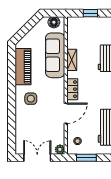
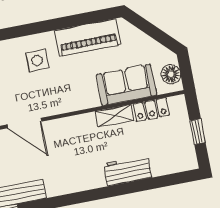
sofa: (55, 55) -> (126, 85), width x0.73
locker: (72, 89) -> (151, 110), moved

